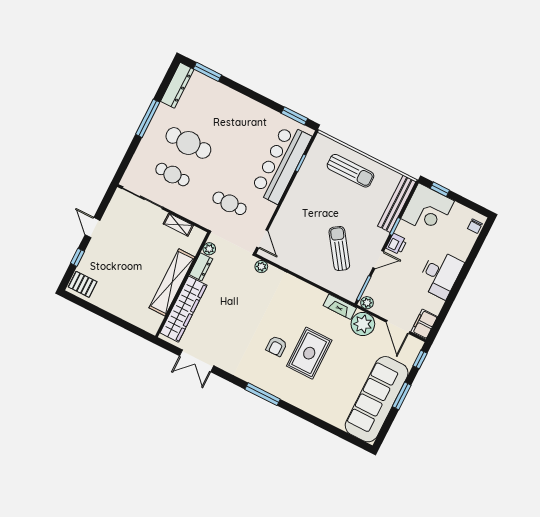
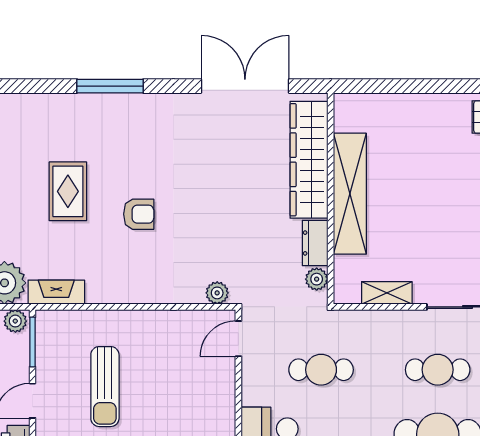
door: (262, 239) -> (238, 339), hinge flipped
sun lounger: (339, 248) -> (105, 387), turned 35
armchair: (277, 346) -> (139, 214), moved, turned 90
rug: (309, 353) -> (68, 191), width x0.73, depth x0.70
double door: (197, 361) -> (245, 86), width x1.37

